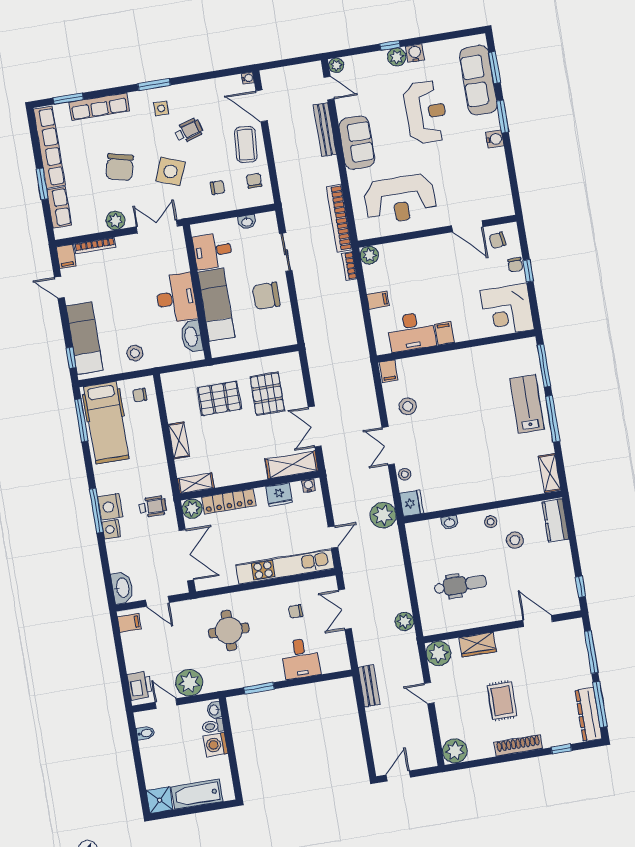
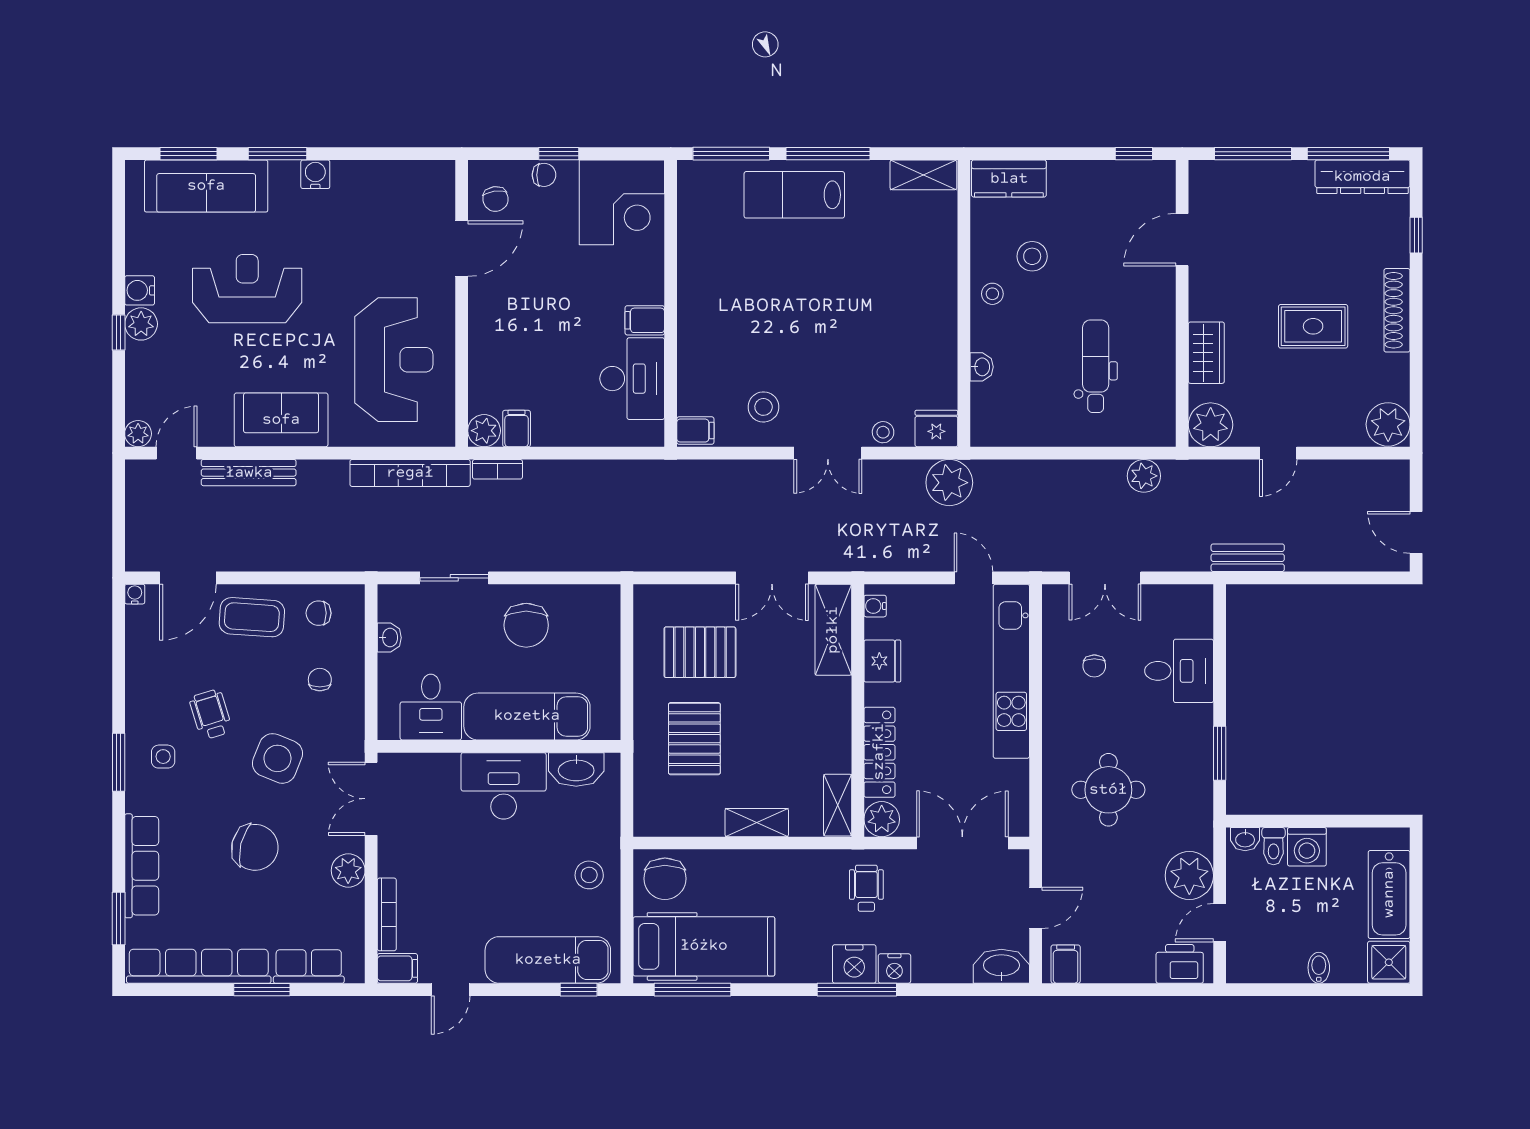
filing cabinet: (378, 300) -> (517, 429), moved
chair: (140, 395) -> (665, 879), width x1.87, depth x1.87
bidet: (145, 733) -> (1319, 968), moved

